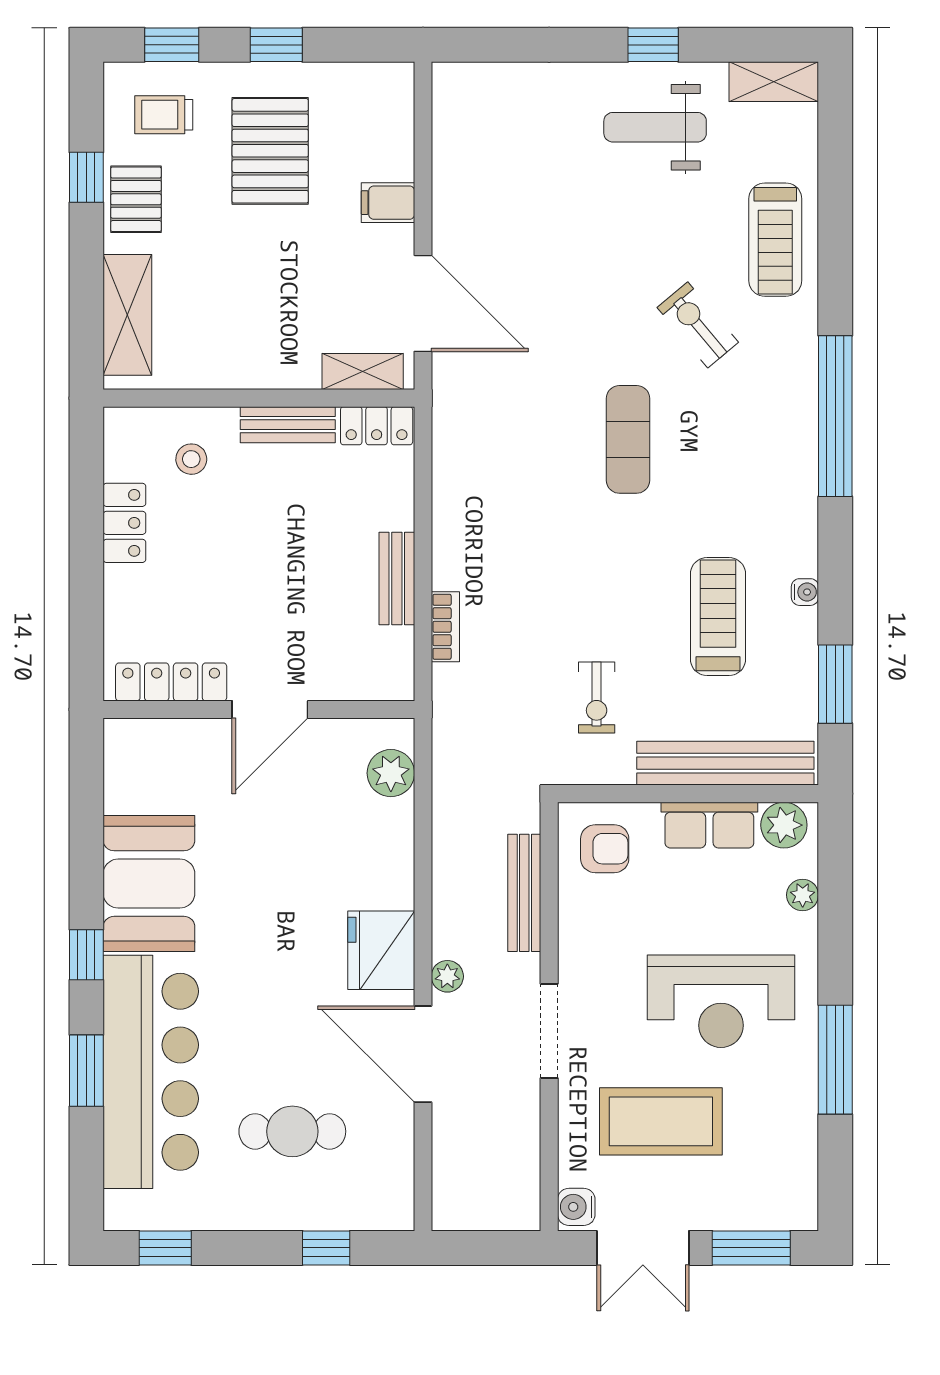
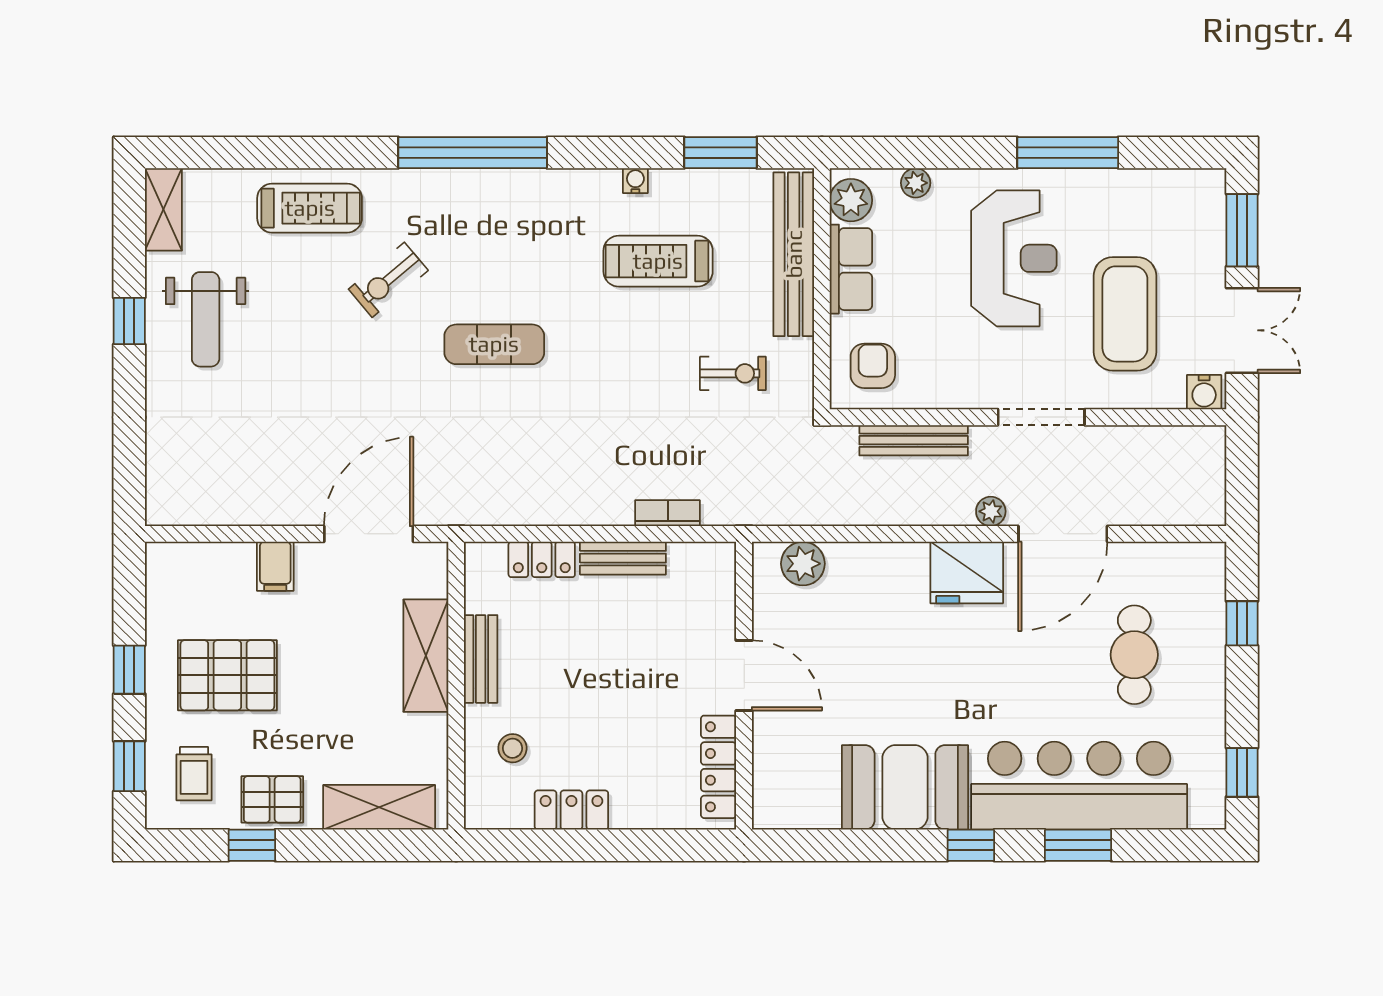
shelving: (363, 371) -> (426, 656), moved, width x1.50, depth x1.33
locker: (377, 426) -> (542, 559), moved, turned 90

